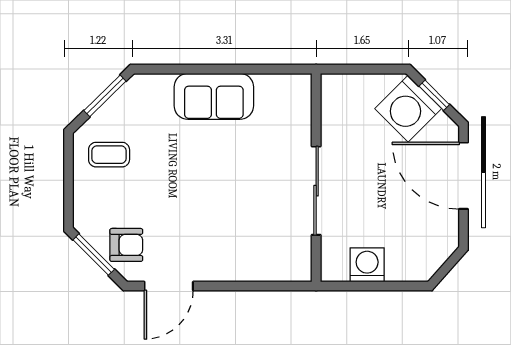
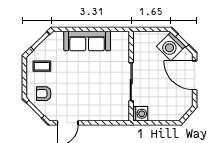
sofa: (214, 96) -> (87, 41), width x1.36
armchair: (126, 245) -> (44, 94), moved, turned 180
washing machine: (367, 265) -> (140, 114), moved, turned 90

